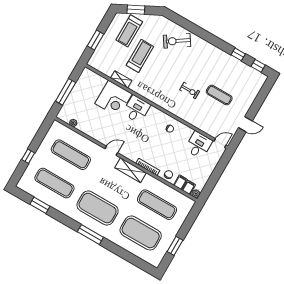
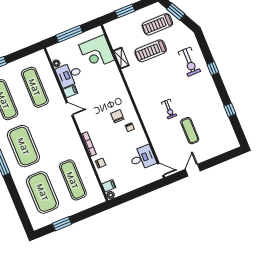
exercise bike: (177, 41) -> (189, 62), turned -146
treadmill: (140, 56) -> (151, 51), turned 180
window: (258, 66) -> (213, 68), moved
corner desk: (114, 99) -> (97, 53), moved
desk: (136, 109) -> (69, 75), moved, turned 180
door: (245, 124) -> (193, 170), swing flipped
chair: (153, 128) -> (117, 116), added
shelving: (131, 170) -> (73, 136), removed
filing cabinet: (180, 182) -> (70, 91), moved

